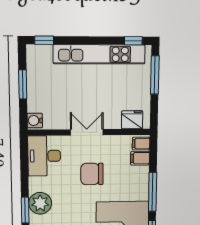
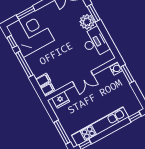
window: (23, 84) -> (127, 74), moved
desk: (44, 156) -> (95, 42), moved
chair: (92, 174) -> (66, 56), removed

